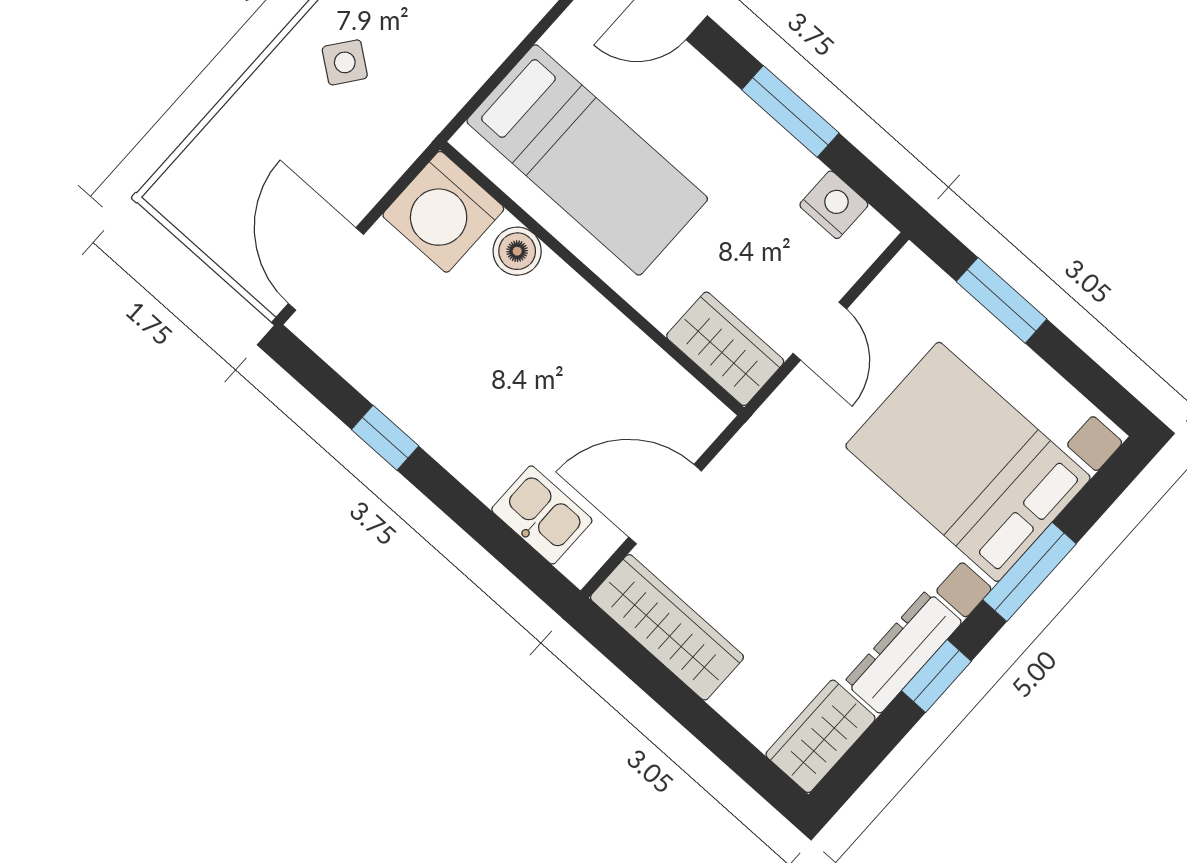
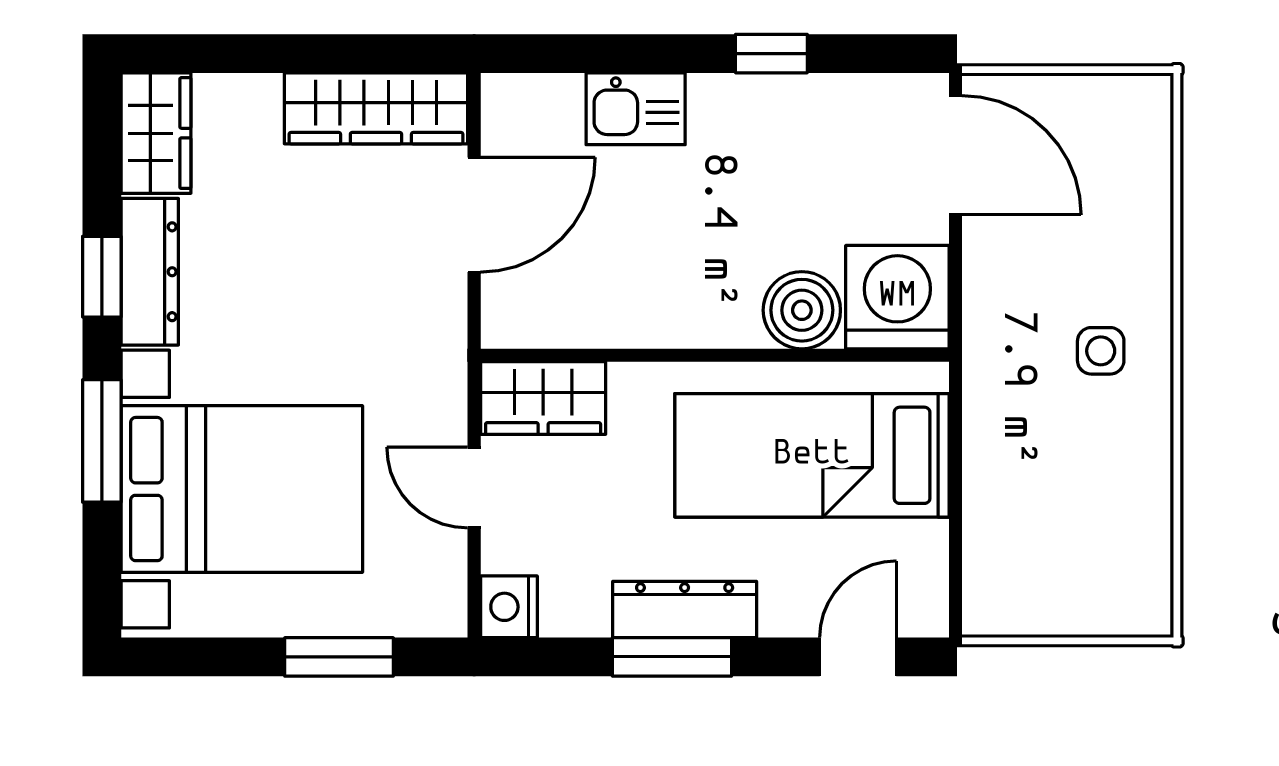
side table: (345, 62) -> (1101, 351), turned -37
dresser: (755, 134) -> (685, 610), added
nightstand: (834, 205) -> (509, 607), moved, turned 90
boiler: (517, 251) -> (802, 310), width x1.36, depth x1.36
kitchen sink: (542, 515) -> (636, 109), moved

